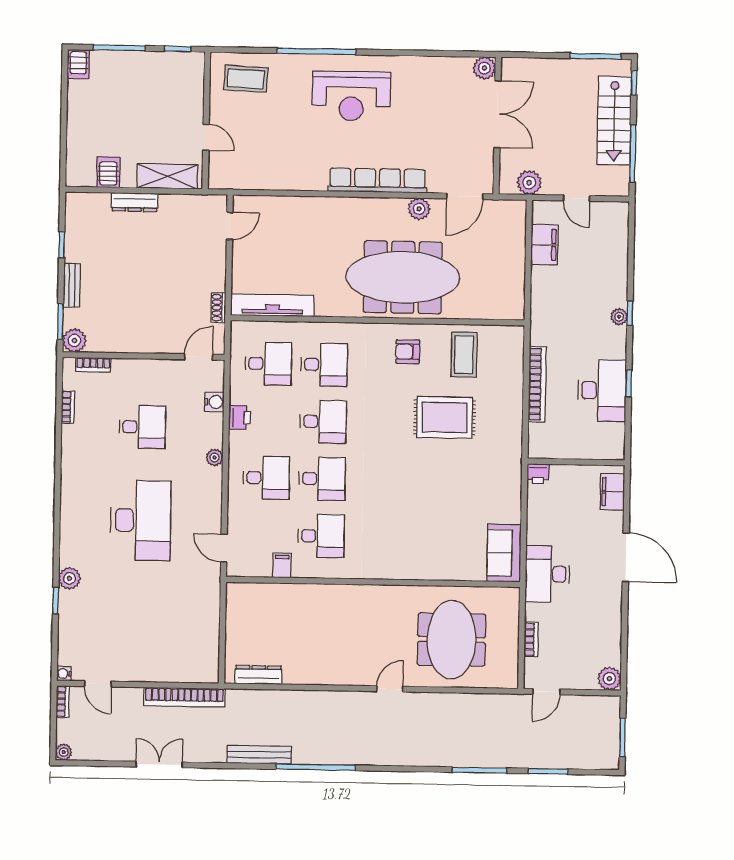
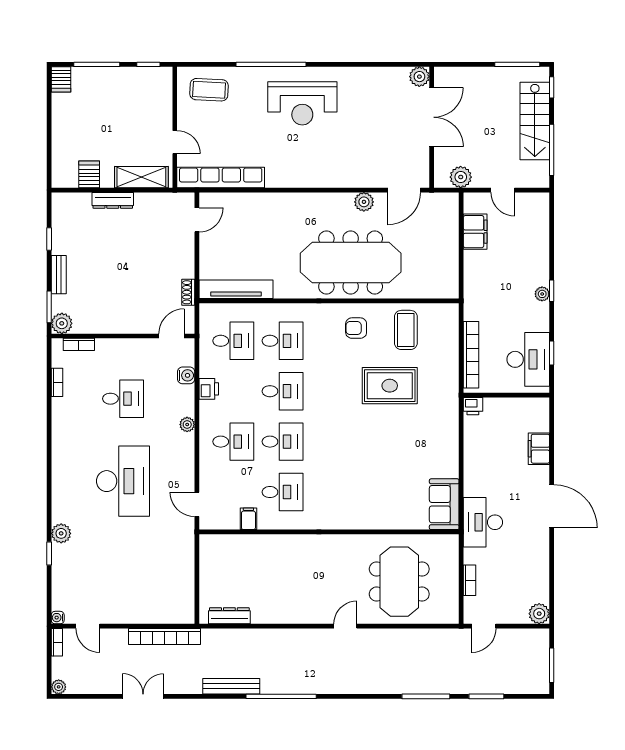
row of seats: (377, 180) -> (221, 177), moved
wall: (576, 462) -> (506, 395), moved
printer: (538, 474) -> (473, 406), moved

